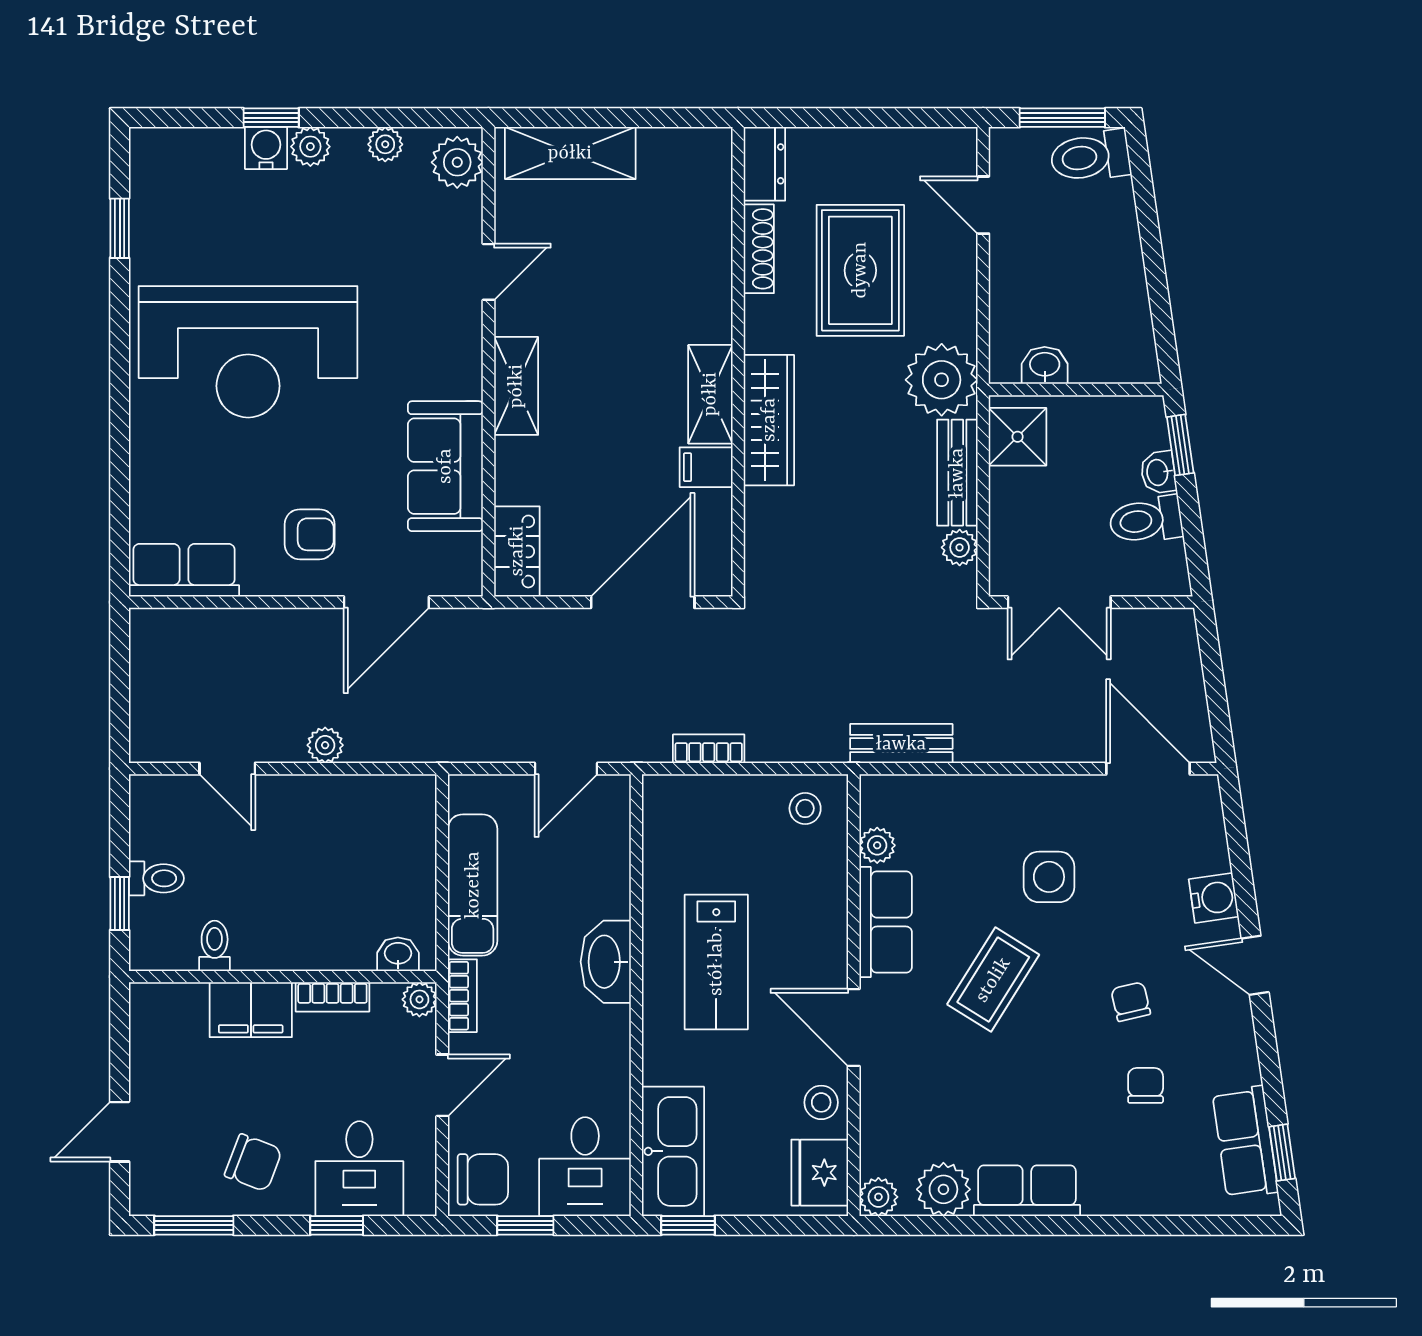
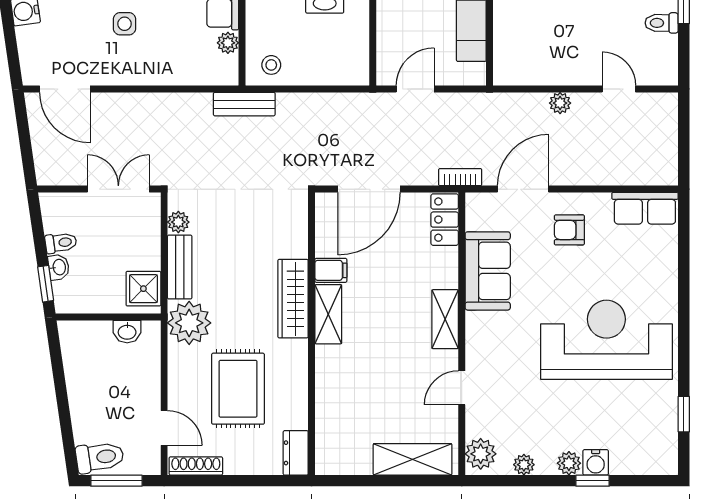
shoe rack: (759, 249) -> (196, 466), moved, turned 90
toilet: (1146, 520) -> (61, 243), width x0.73, depth x0.72
bench: (901, 744) -> (244, 104), moved
bookcase: (709, 749) -> (460, 177), moved, turned 180
side table: (1049, 877) -> (124, 24), width x0.73, depth x0.73

